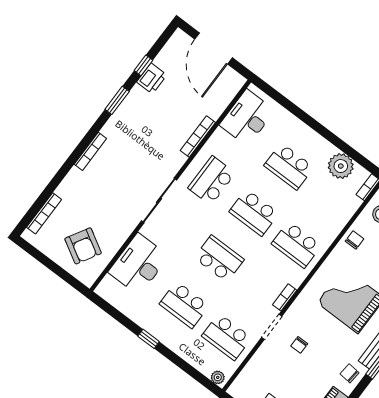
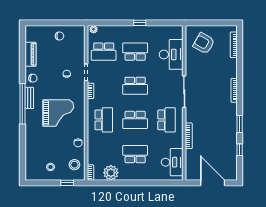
printer: (152, 78) -> (231, 147), removed
school desk: (254, 213) -> (135, 120), turned 180
school desk: (296, 245) -> (104, 120), turned 90
school desk: (227, 337) -> (104, 52), turned 180

